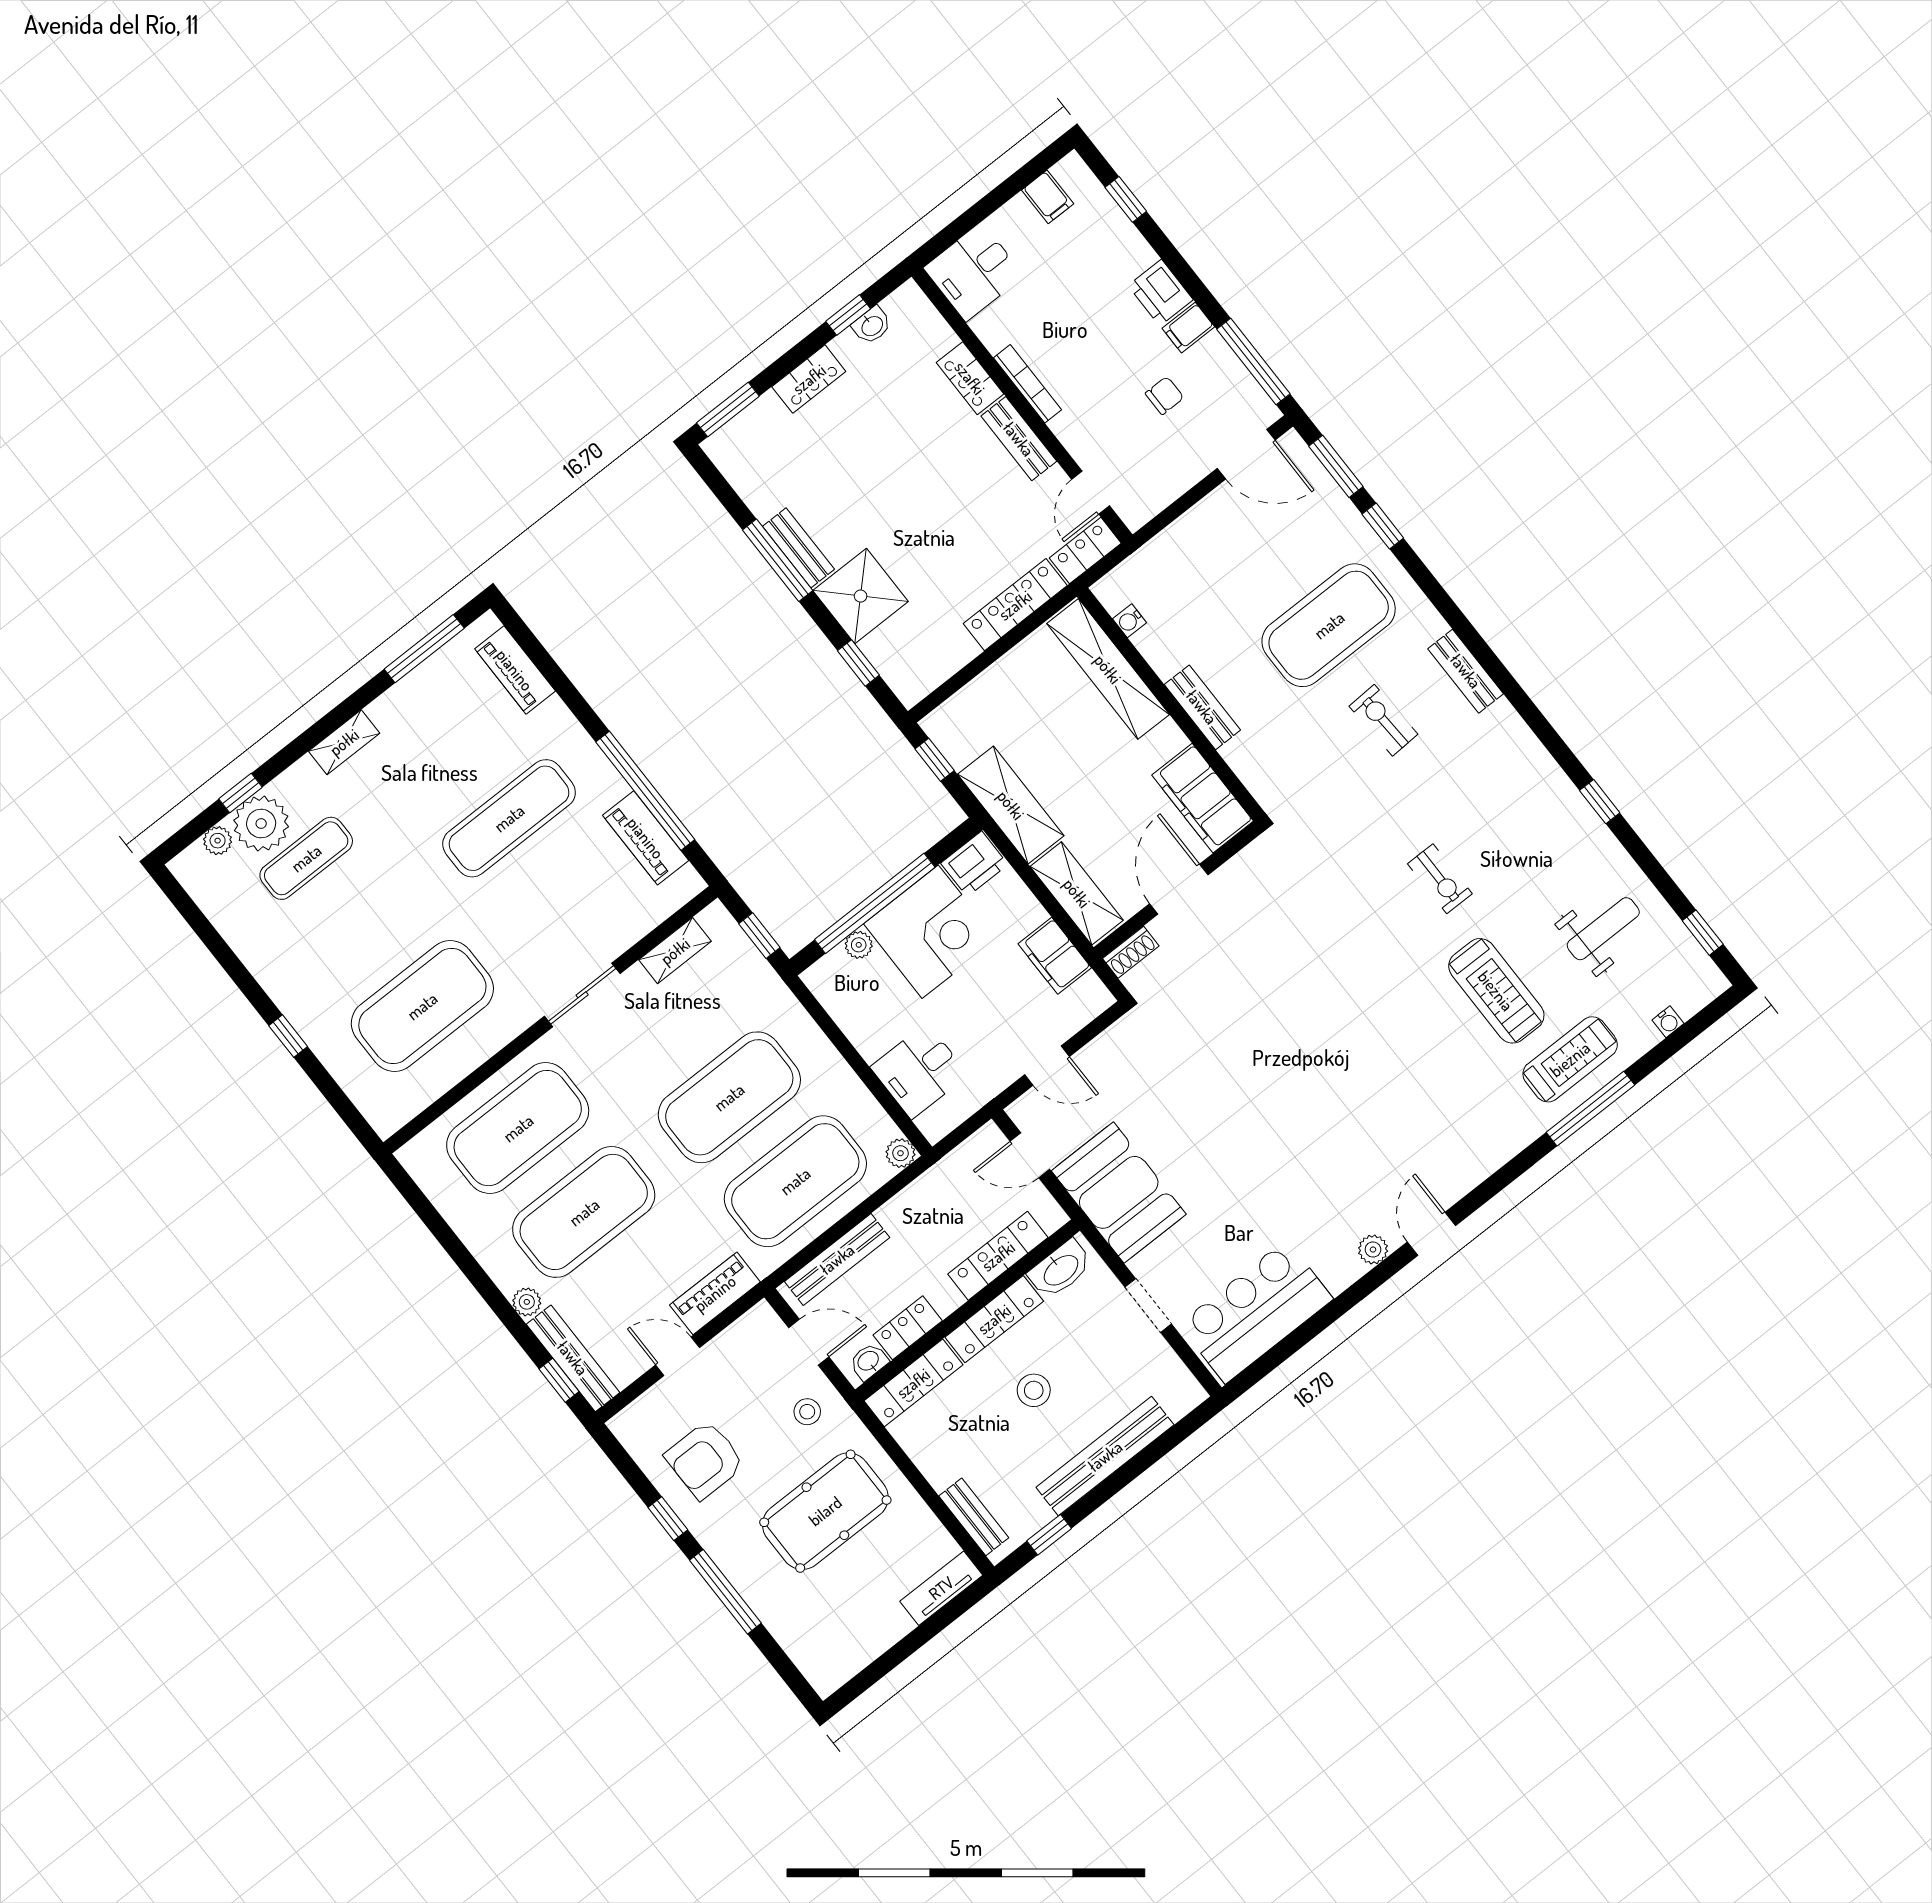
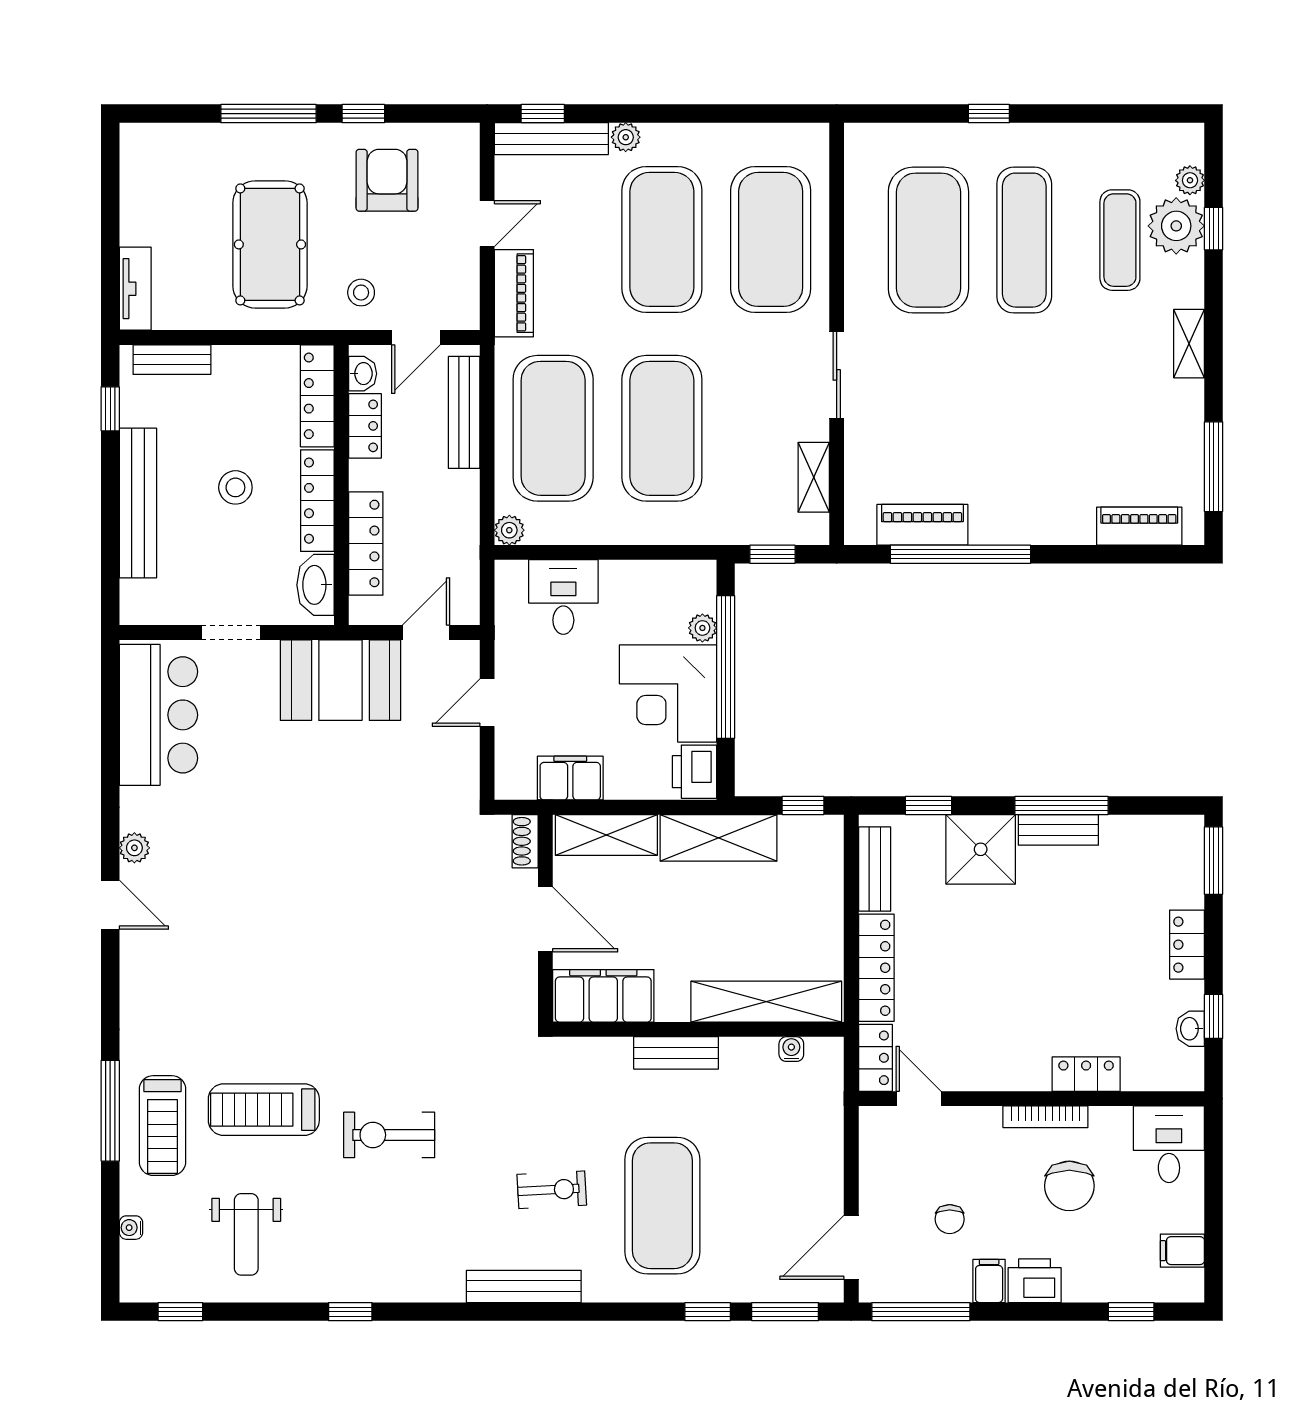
chair: (1066, 323) -> (1069, 1186), added
bench: (1019, 439) -> (875, 869), moved, turned 90
bench: (1466, 671) -> (524, 1286), width x1.36
exercise mat: (509, 818) -> (1024, 240), moved
exercise bike: (1440, 879) -> (389, 1135), width x1.38, depth x1.39

